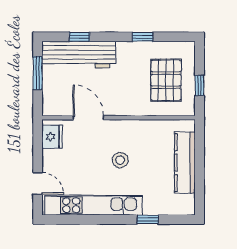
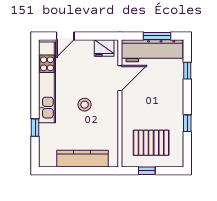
workbench: (79, 55) -> (152, 51), moved, turned -90

